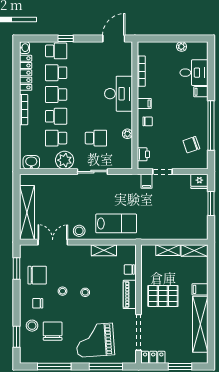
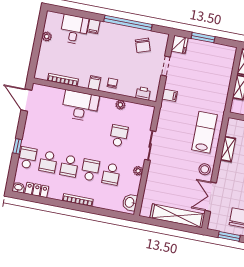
locker: (26, 73) -> (37, 190), width x0.66
plant: (65, 160) -> (138, 171), width x0.53, depth x0.53
doorway: (162, 172) -> (166, 66), moved

